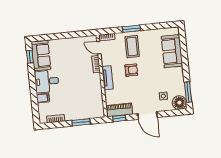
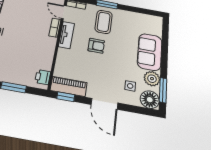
sofa: (172, 51) -> (150, 52), moved
tv unit: (107, 78) -> (66, 35), moved
plant: (178, 85) -> (152, 79), added
printer: (99, 108) -> (43, 77), added

